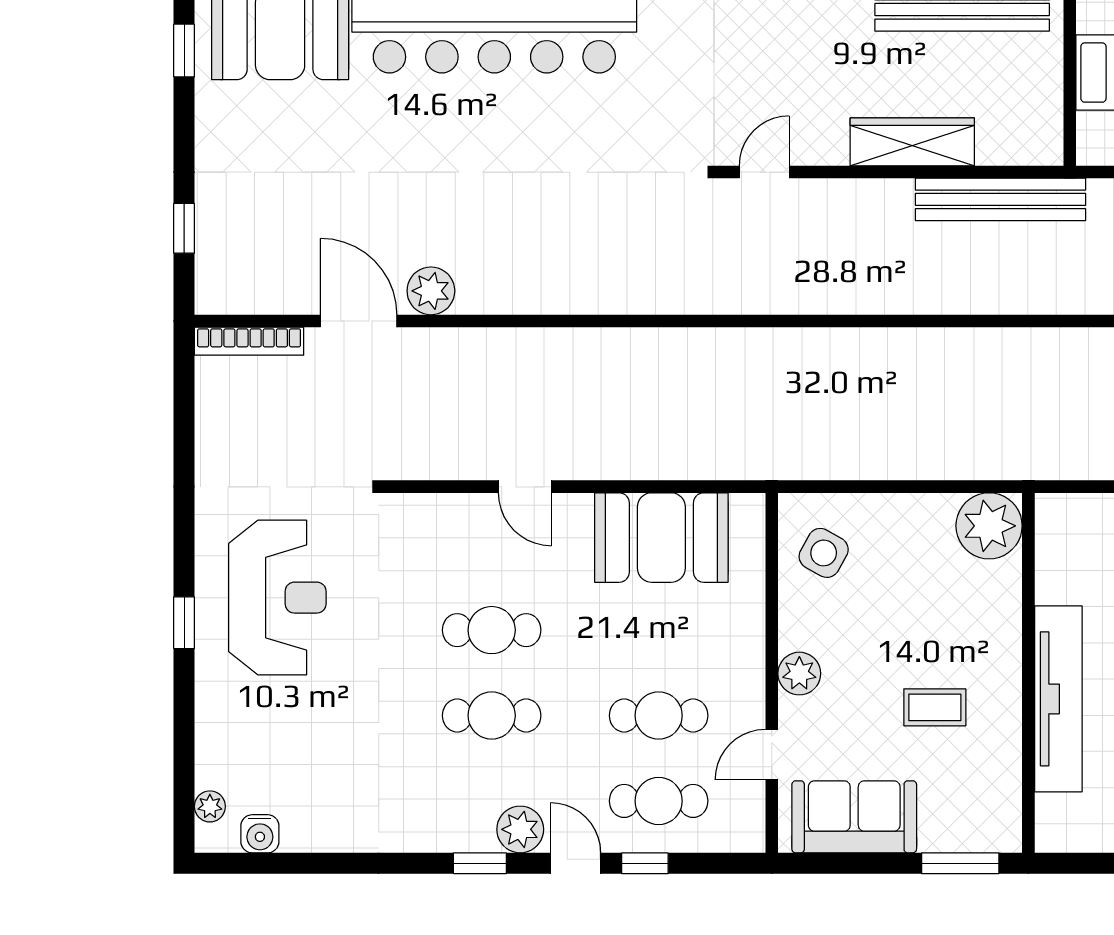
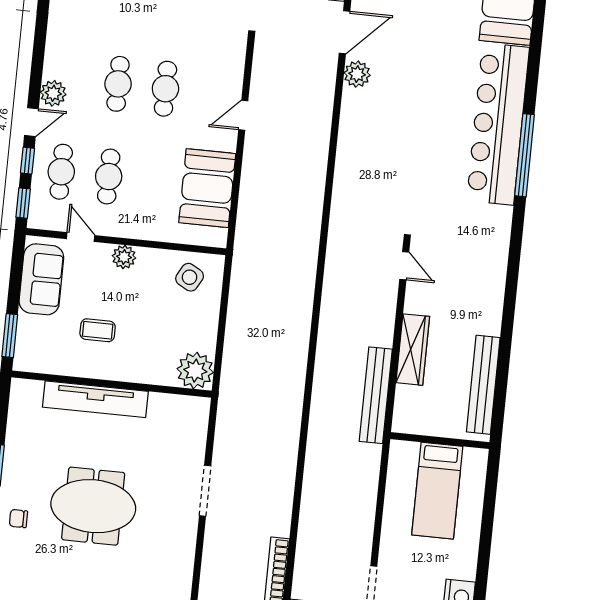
coffee table: (935, 707) -> (98, 330), turned 90
window: (480, 863) -> (23, 203), moved

